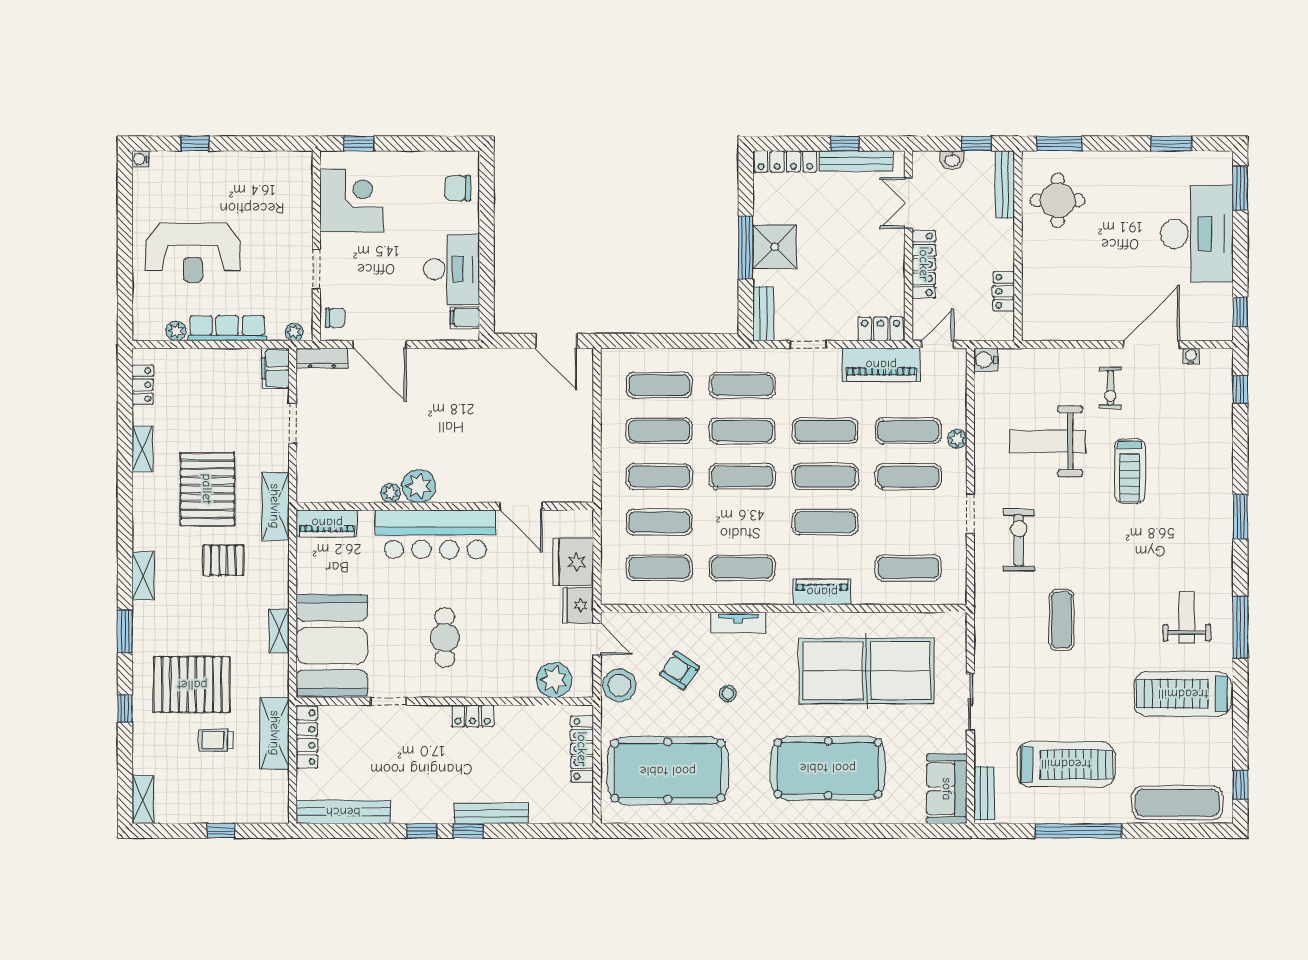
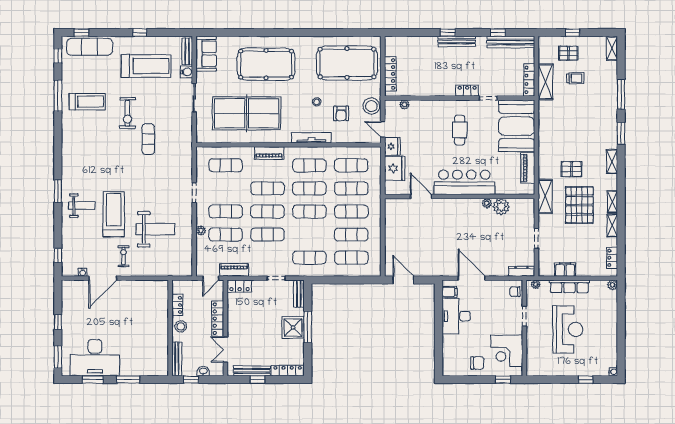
window: (1059, 144) -> (128, 380), moved
chair: (458, 188) -> (477, 363), moved
round table: (1058, 200) -> (150, 351), removed
double door: (909, 203) -> (225, 350), swing flipped
desk: (1197, 234) -> (95, 358), moved, turned -90
stool: (997, 249) -> (181, 326), added
reception desk: (193, 253) -> (568, 329), moved, turned 90
window: (1240, 312) -> (58, 322), moved
plant: (176, 331) -> (612, 285), moved
door: (379, 345) -> (472, 278), moved
water cooler: (986, 360) -> (186, 72), moved
piano: (881, 365) -> (234, 270), width x0.73, depth x0.75
filing cabinet: (276, 368) -> (565, 269), moved, turned -90
exercise mat: (742, 431) -> (309, 188), moved
treadmill: (1130, 471) -> (114, 214), width x1.37, depth x1.38
plant: (419, 486) -> (501, 207), moved
piano: (327, 523) -> (528, 168), moved, turned -90
exercise bike: (1019, 540) -> (128, 113), moved
weight bench: (1187, 617) -> (82, 206), moved, turned -90
tv unit: (738, 623) -> (311, 138), width x1.41
window: (1240, 627) -> (58, 96), moved
shelving: (279, 631) -> (612, 202), moved
armchair: (679, 671) -> (341, 113), turned 56
plant: (554, 680) -> (404, 105), width x0.53, depth x0.53
pallet: (192, 685) -> (568, 53), moved, width x0.49, depth x0.50
treadmill: (1183, 694) -> (87, 102), width x0.73, depth x0.73
window: (125, 708) -> (621, 94), width x2.17
locker: (473, 716) -> (467, 91), moved
treadmill: (1066, 764) -> (146, 66), turned 180
bench: (491, 813) -> (457, 41), moved
window: (422, 831) -> (498, 33), moved
window: (1078, 831) -> (140, 33), width x0.32
window: (1194, 831) -> (82, 33), added

